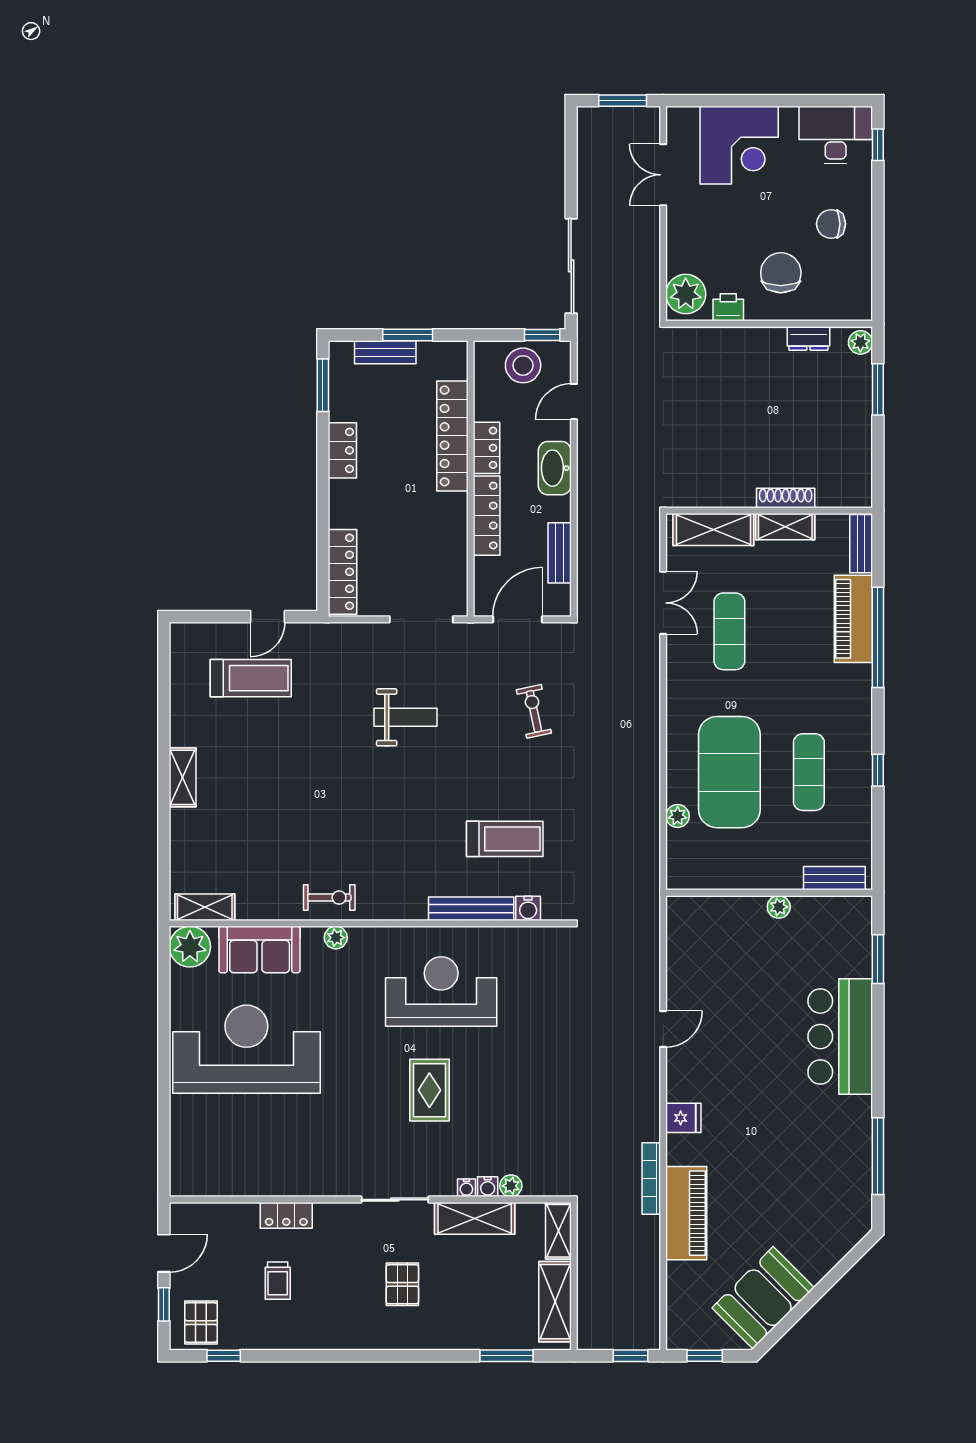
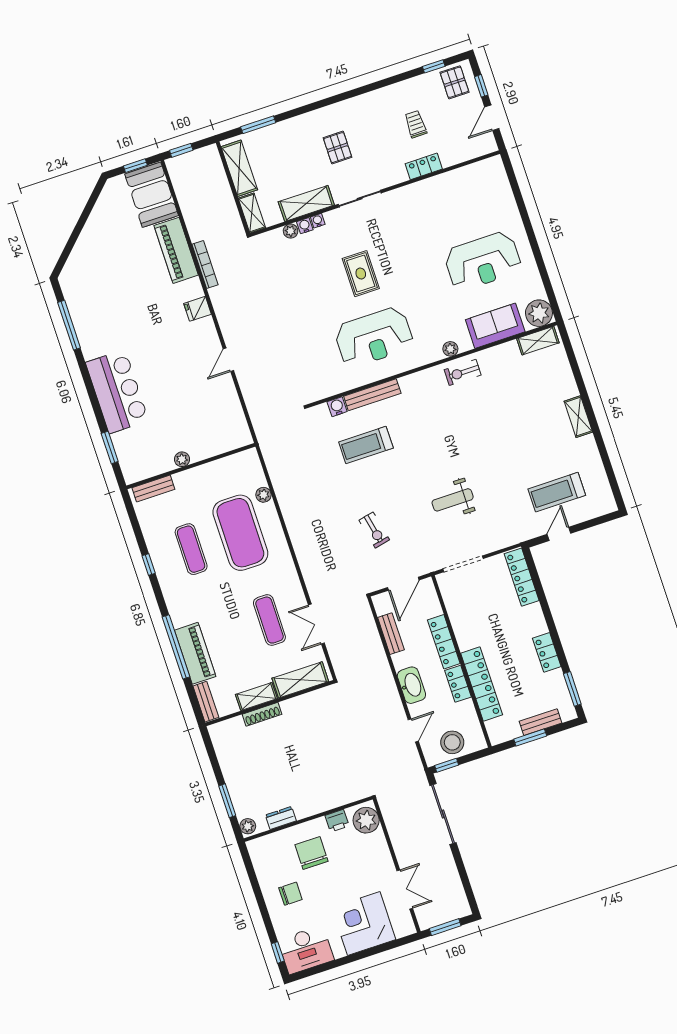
chair: (781, 273) -> (311, 853), turned 180
reception desk: (246, 1049) -> (483, 261), width x0.74, depth x0.77
booth: (763, 1298) -> (152, 195), moved, turned -45

